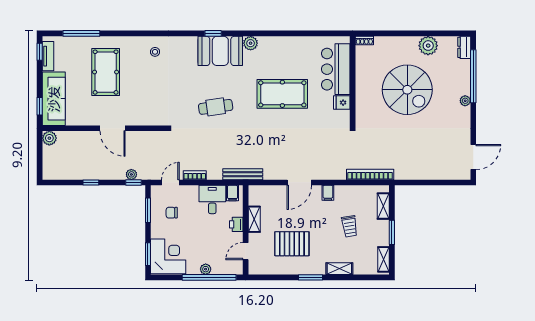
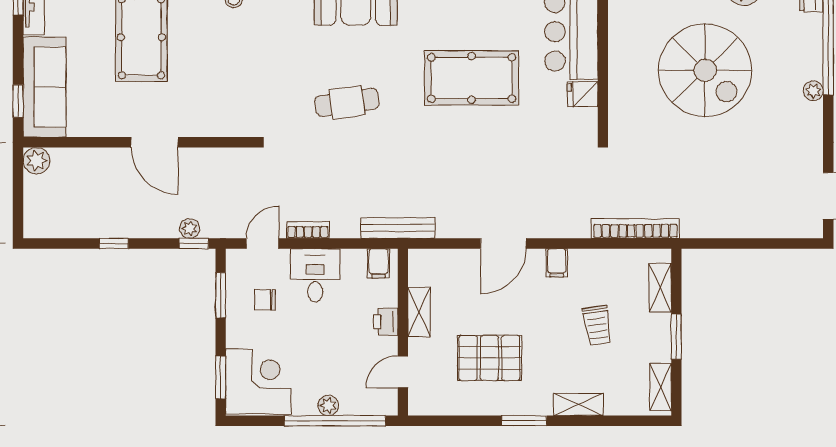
desk: (212, 199) -> (315, 275), moved

